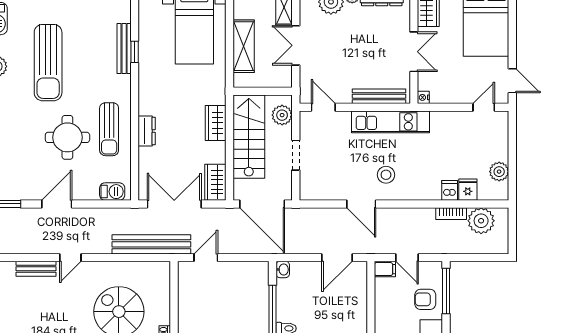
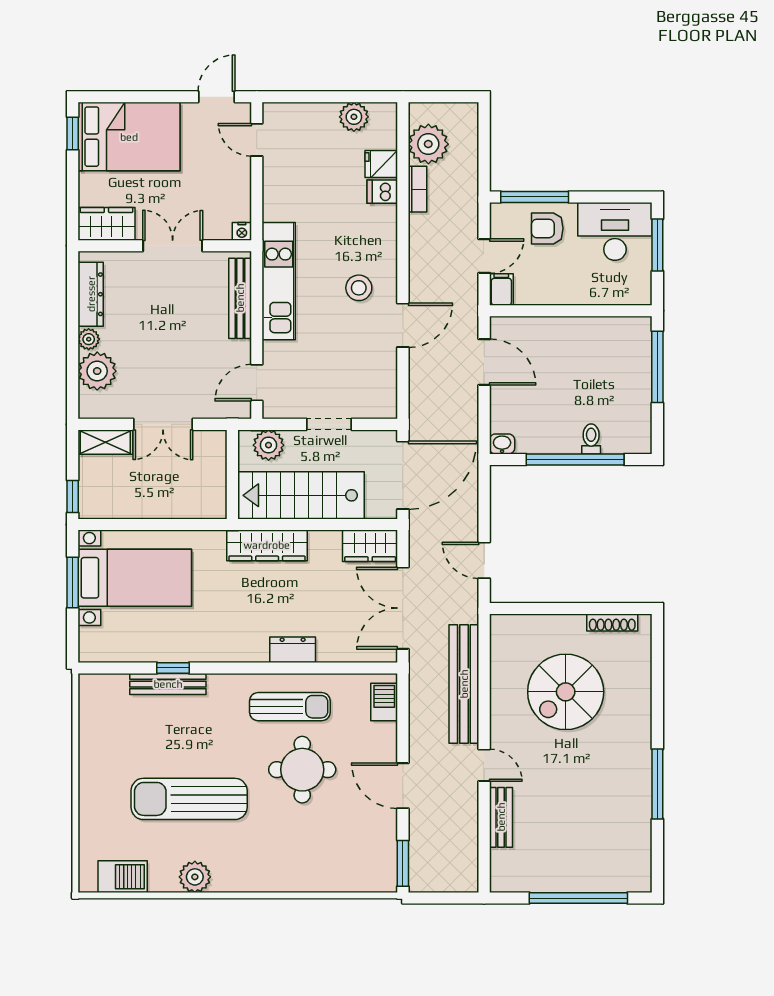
shelving: (244, 46) -> (164, 503), removed
sun lounger: (48, 63) -> (189, 799), turned 180
wardrobe: (216, 123) -> (267, 545), width x1.50
bench: (151, 244) -> (464, 684), moved
armchair: (425, 299) -> (547, 228), turned 90

